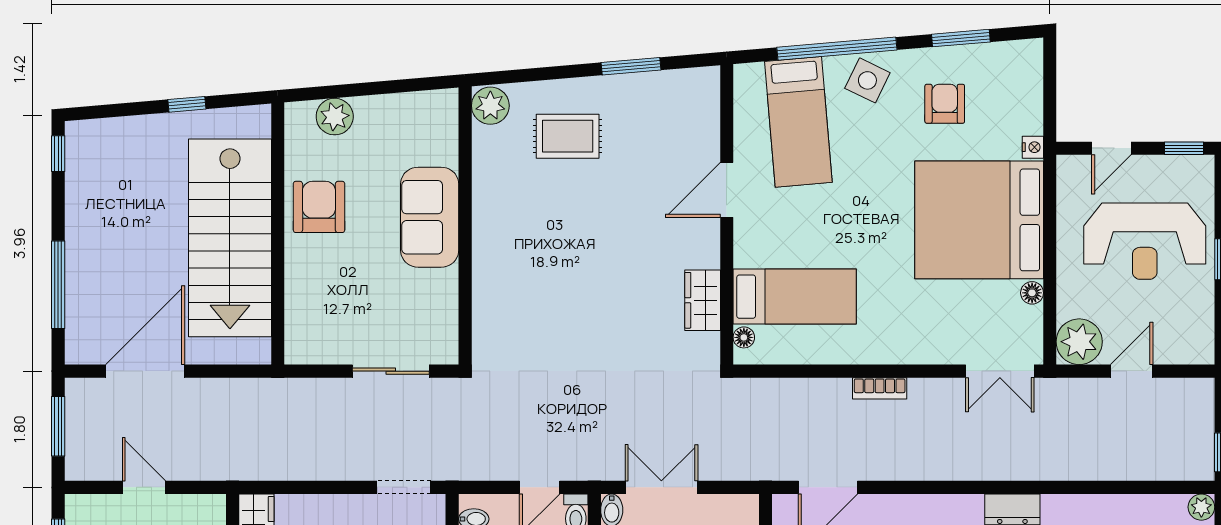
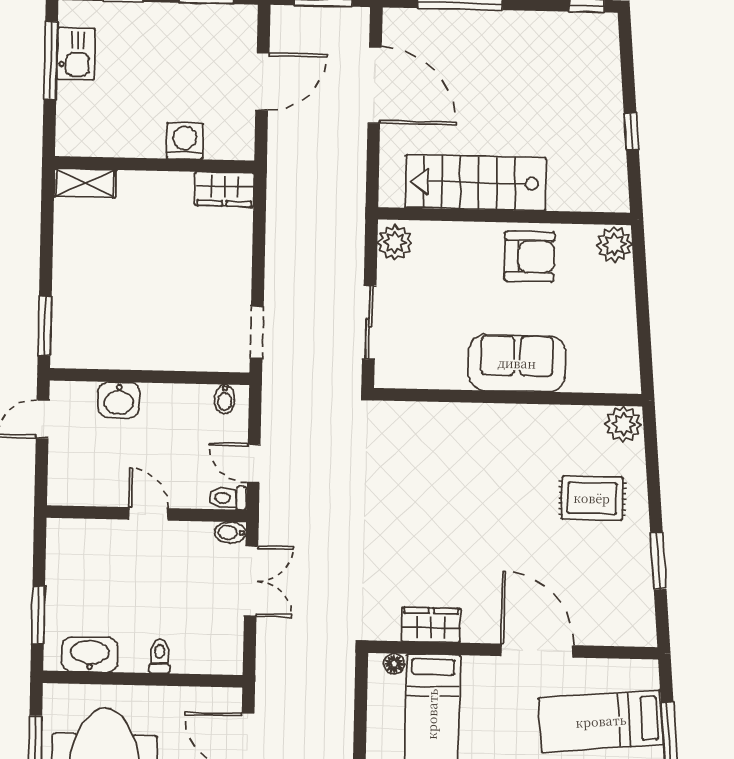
plant: (335, 117) -> (614, 245), moved
rug: (568, 136) -> (592, 498), turned 90
door: (727, 190) -> (537, 651), width x1.36
stairs: (230, 238) -> (476, 183), width x0.73, depth x0.66
plant: (308, 347) -> (395, 242), added
door: (144, 487) -> (262, 81), width x1.38

